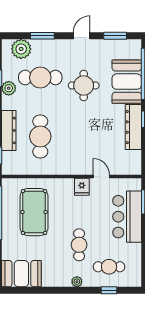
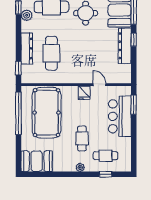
pool table: (34, 212) -> (47, 113), width x1.36, depth x1.32

